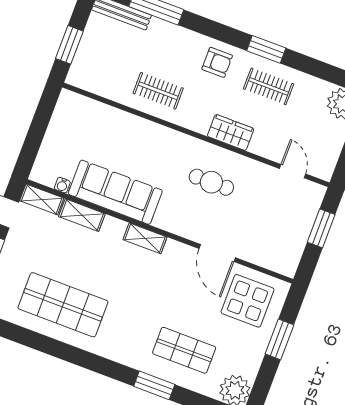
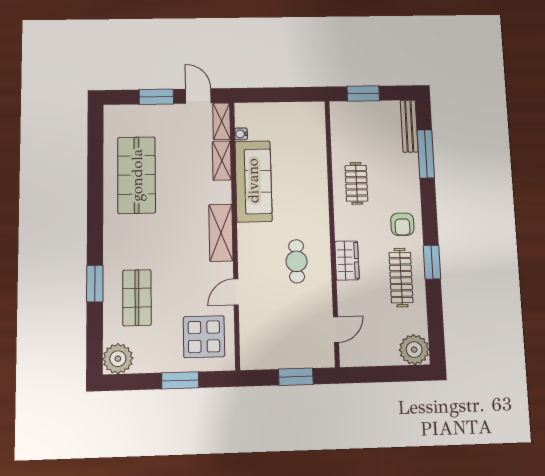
clothes rail: (269, 86) -> (401, 277), width x1.36
shelving: (145, 238) -> (221, 233), width x1.50, depth x1.33
door: (217, 253) -> (236, 292), width x0.73

